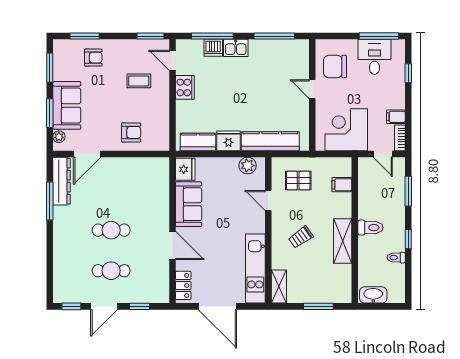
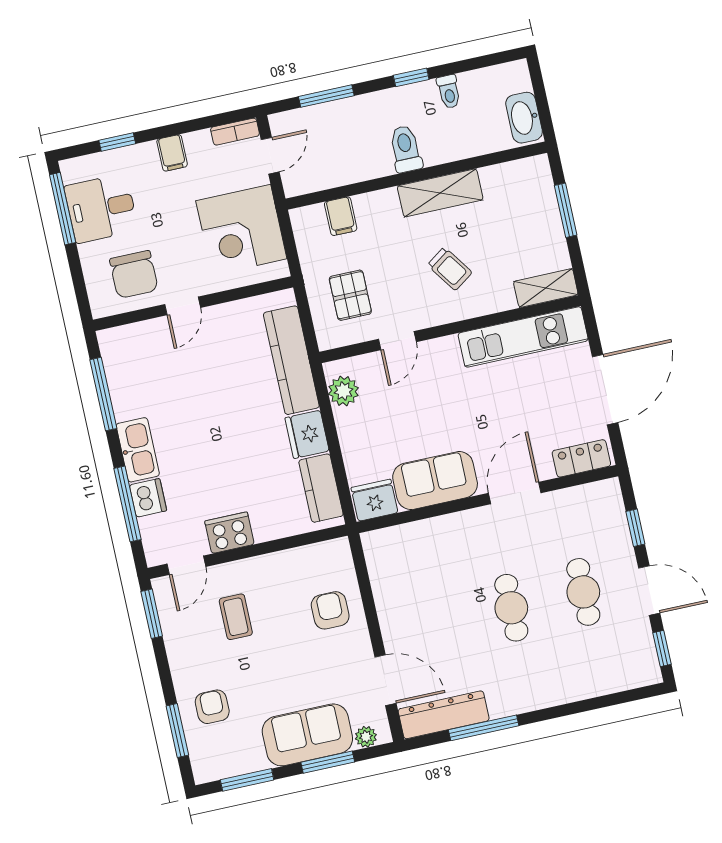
kitchen sink: (236, 48) -> (138, 450), width x1.38
filing cabinet: (396, 117) -> (172, 153), moved

